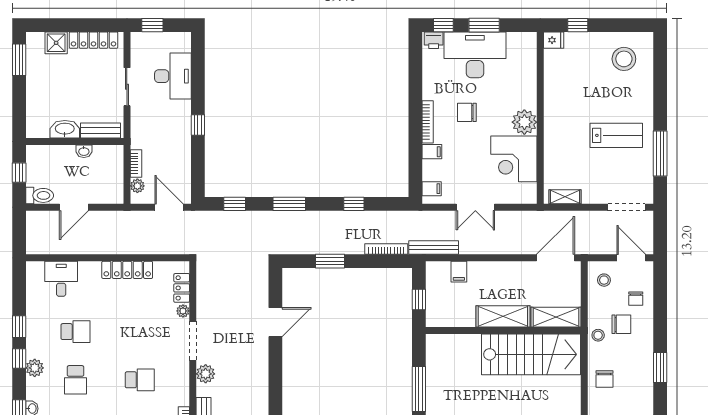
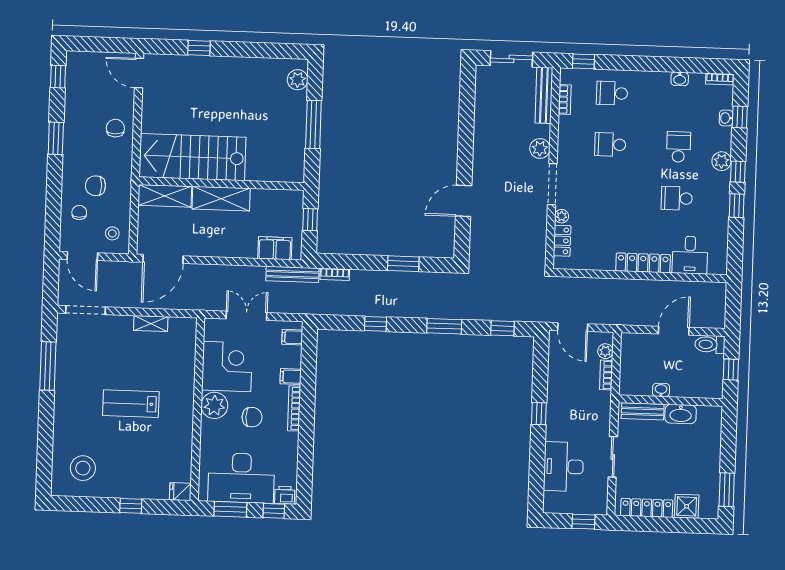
fridge: (554, 40) -> (180, 492), moved
wall: (540, 118) -> (197, 409), moved
plant: (524, 122) -> (214, 405), moved
lab bench: (616, 135) -> (131, 404), moved
corner desk: (514, 159) -> (227, 367), moved
bookcase: (386, 249) -> (335, 274), width x0.64
locker: (127, 270) -> (643, 263), moved
filing cabinet: (459, 272) -> (275, 248), width x2.00
stool: (598, 335) -> (121, 175), removed

